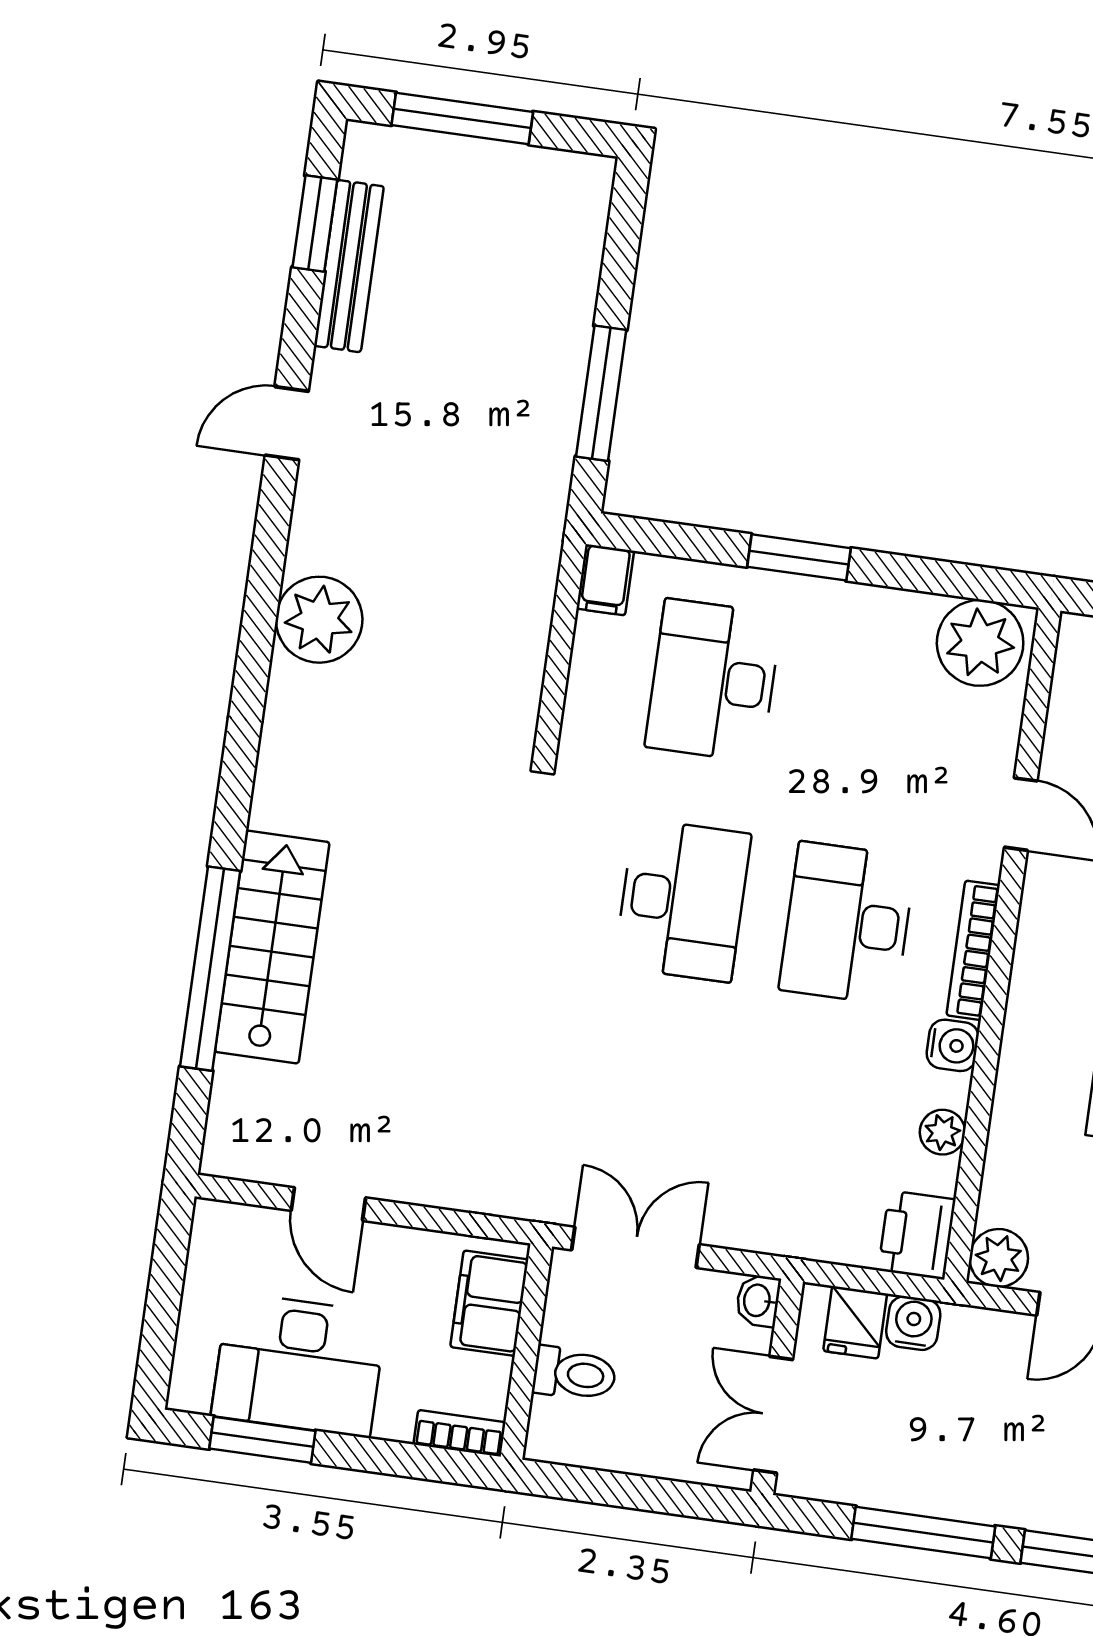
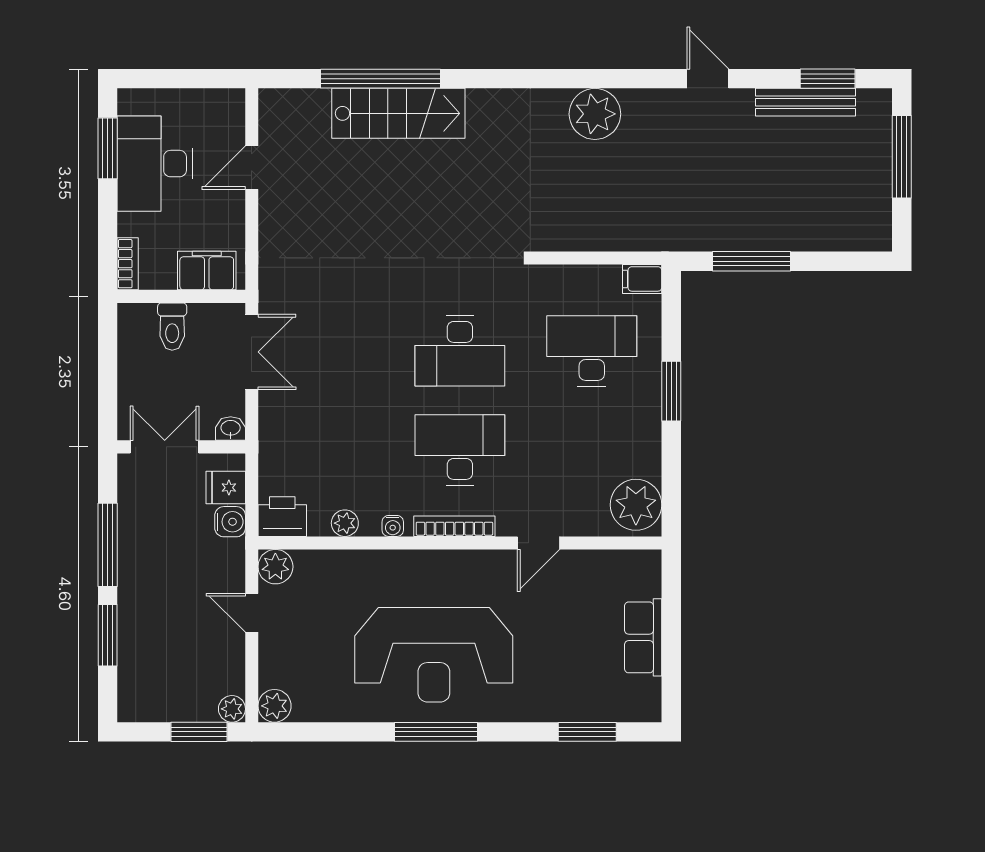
water cooler: (953, 1045) -> (393, 526), width x0.72, depth x0.72

